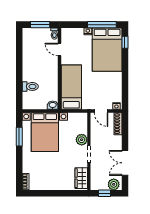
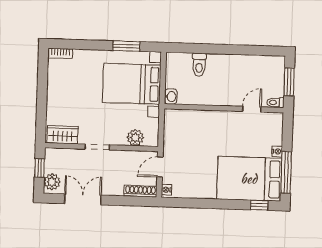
bed: (71, 87) -> (196, 125), removed
plant: (82, 140) -> (135, 138), moved

